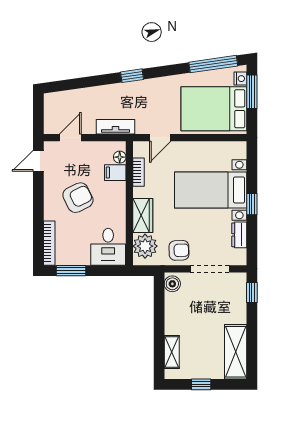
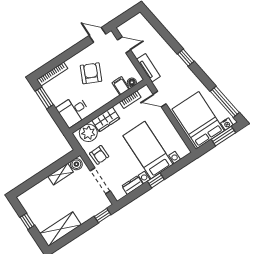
armchair: (78, 198) -> (91, 73), turned -129
shelving: (172, 352) -> (61, 174), moved

